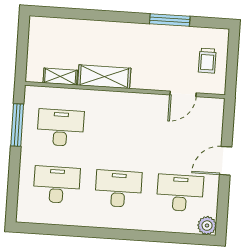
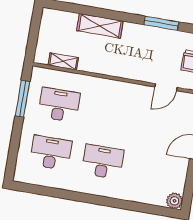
shelving: (104, 77) -> (100, 26), moved
desk: (180, 193) -> (155, 171), removed

